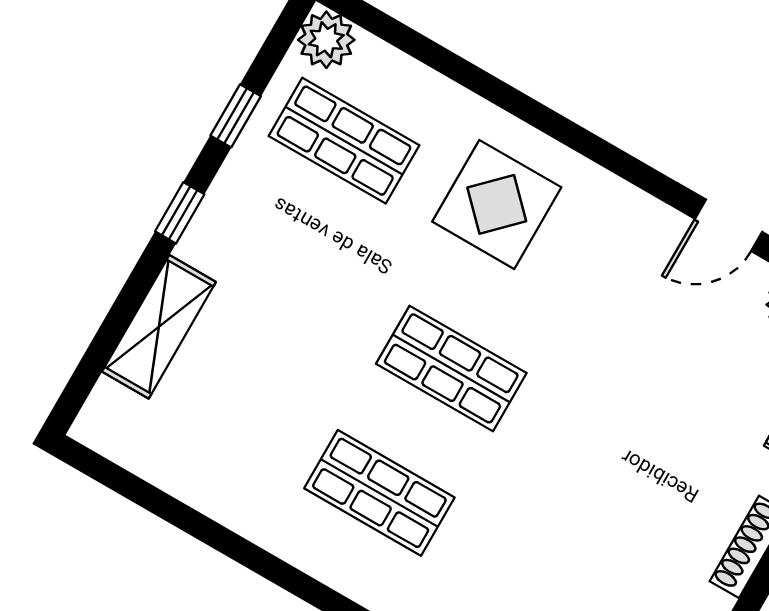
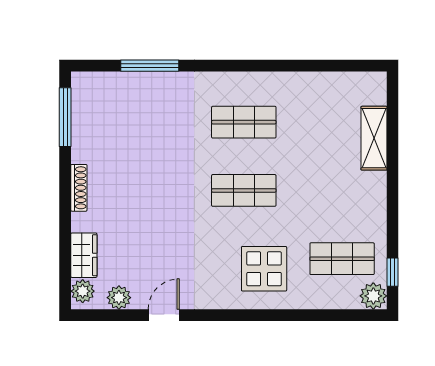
window: (236, 116) -> (392, 272), moved
window: (180, 213) -> (392, 190), removed

